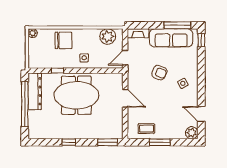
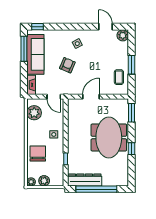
plant: (34, 47) -> (44, 181), added
meeting table: (76, 95) -> (109, 138), moved
door: (201, 114) -> (105, 27), swing flipped

